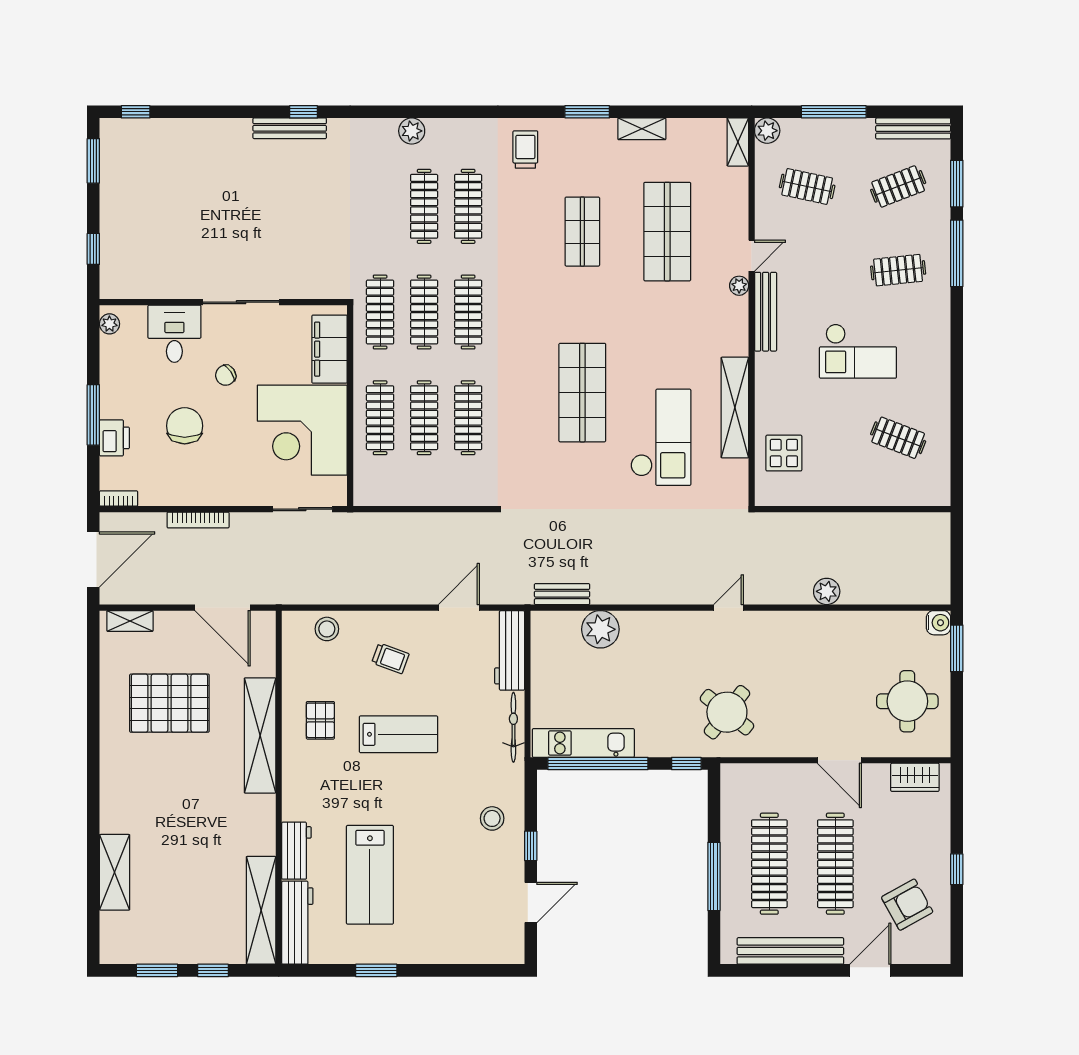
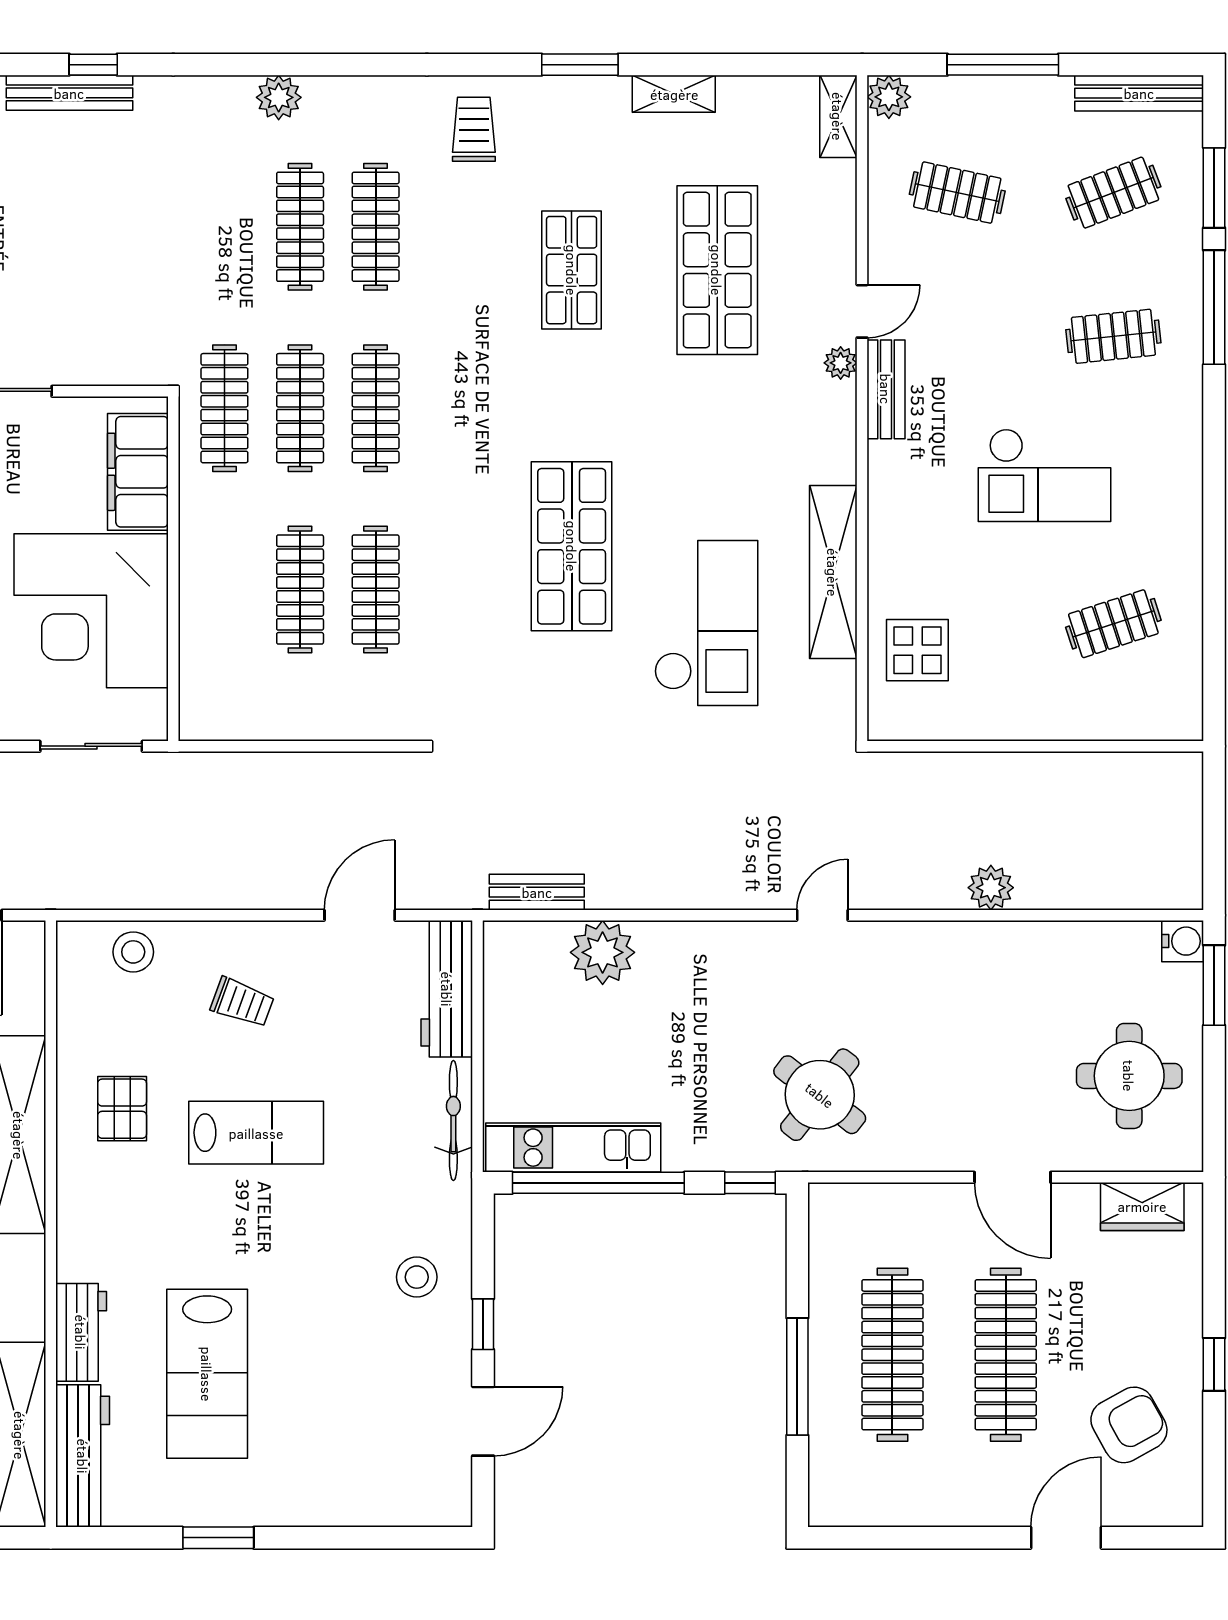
bench: (766, 312) -> (886, 389), width x0.73
clothes rail: (380, 418) -> (224, 590), removed
clothes rail: (898, 438) -> (1113, 624), turned -39
bench: (790, 951) -> (929, 1504), removed

